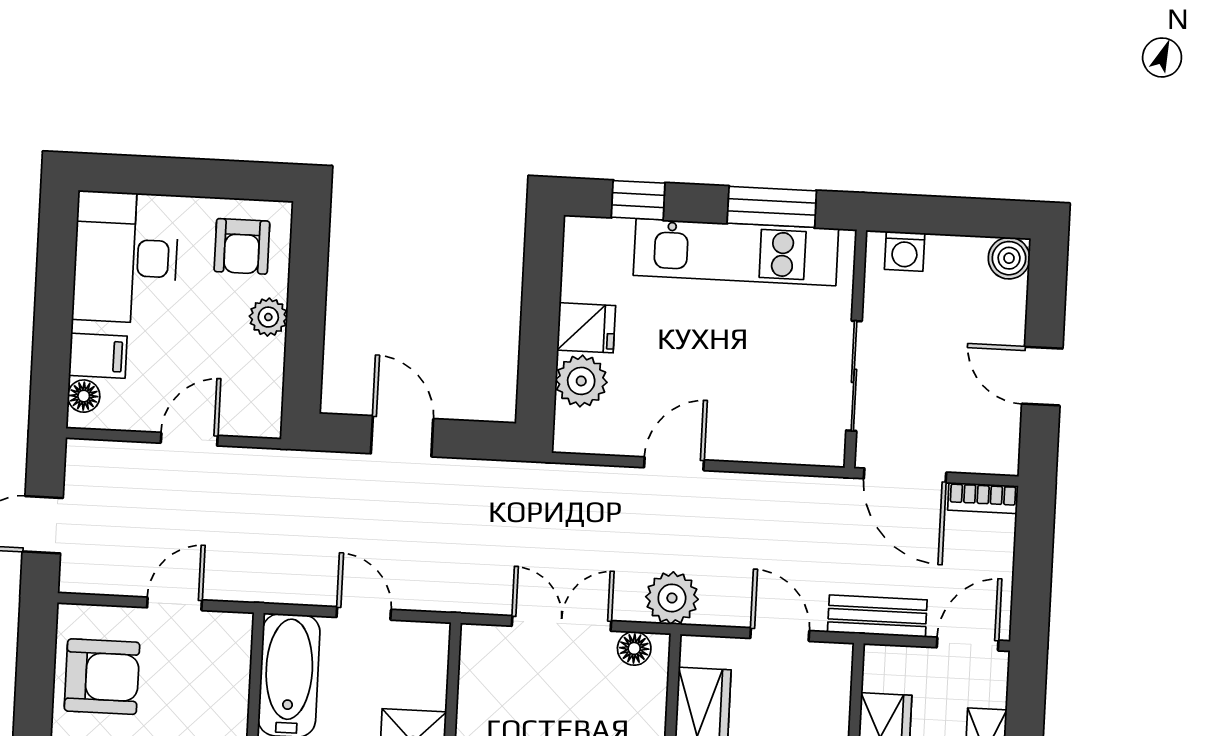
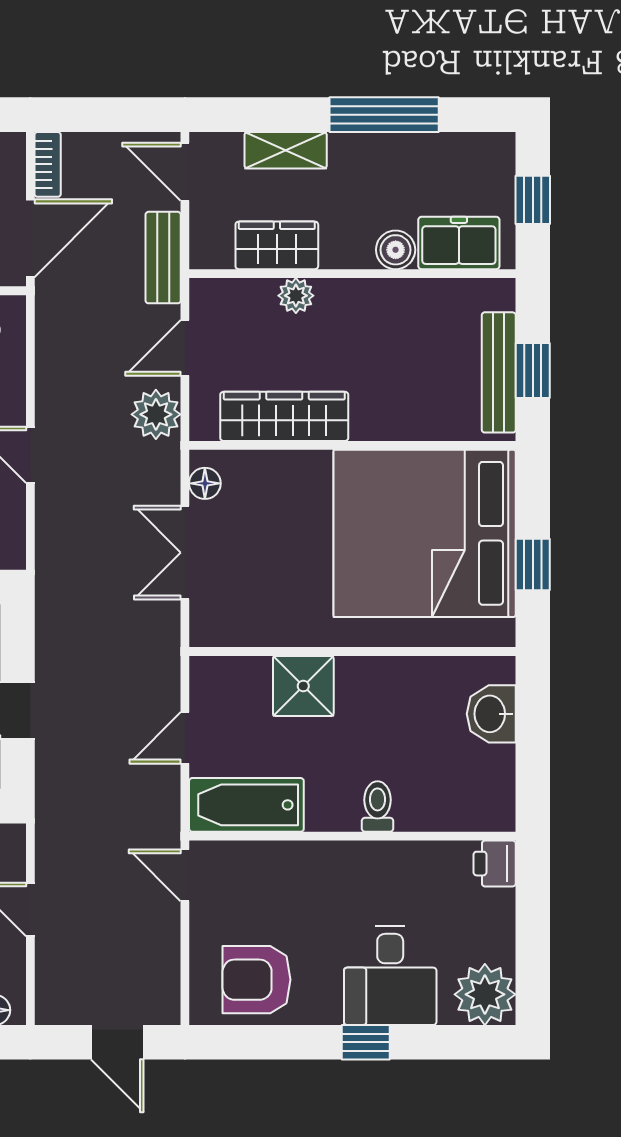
plant: (672, 598) -> (156, 414), moved
door: (175, 604) -> (185, 875), moved
armchair: (102, 677) -> (257, 980), turned -90

